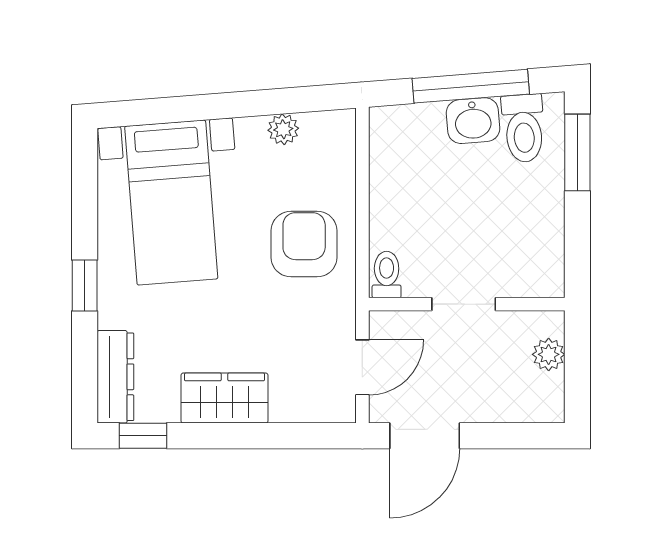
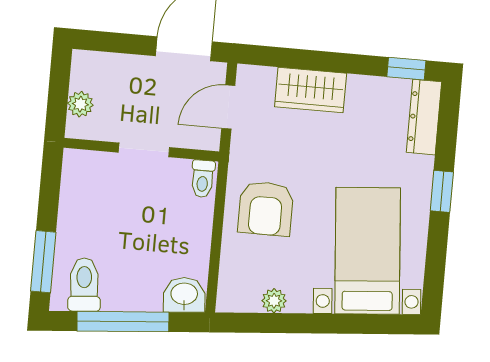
washbasin: (473, 121) -> (184, 295), moved
wardrobe: (224, 398) -> (311, 90), moved

